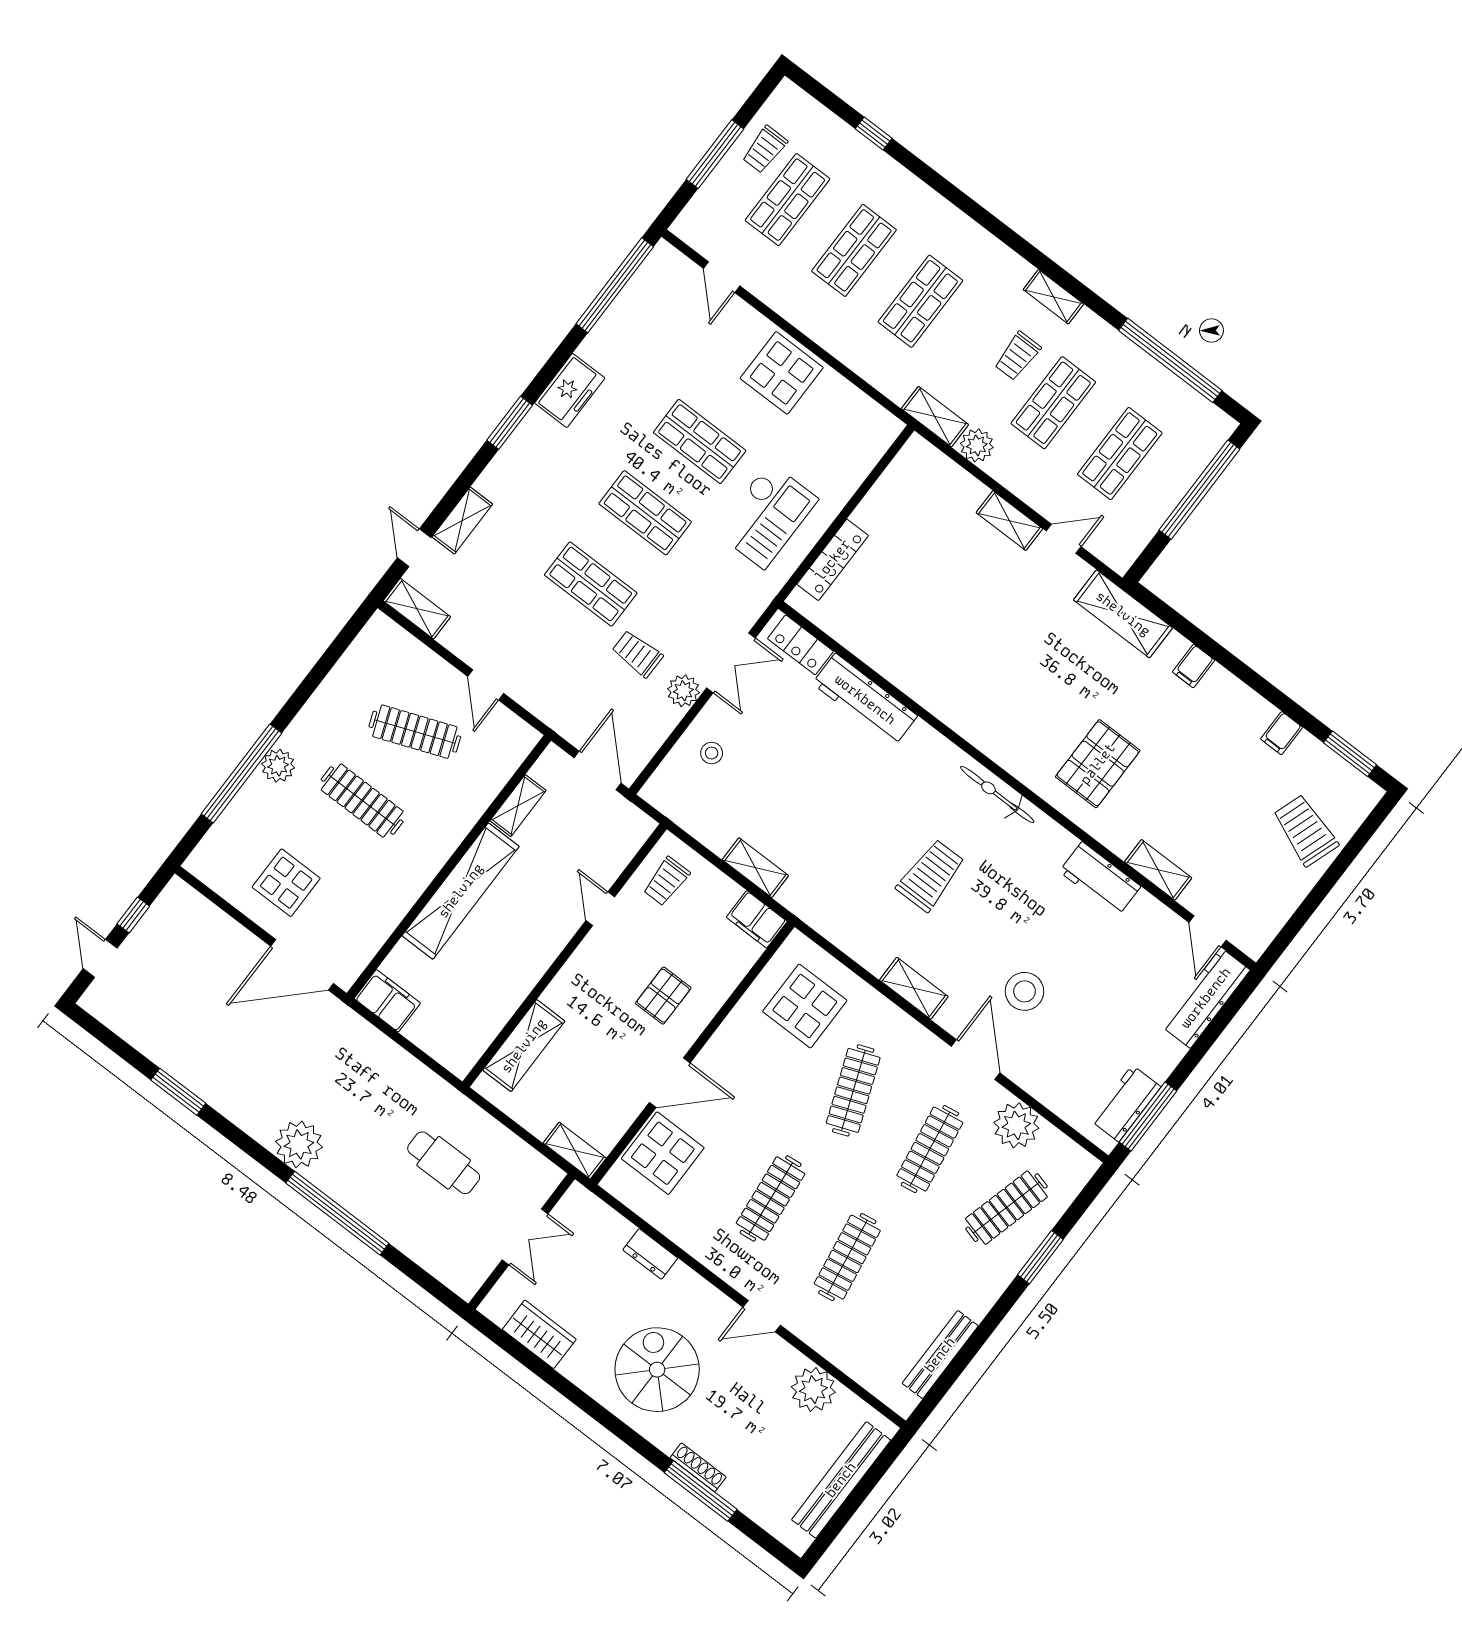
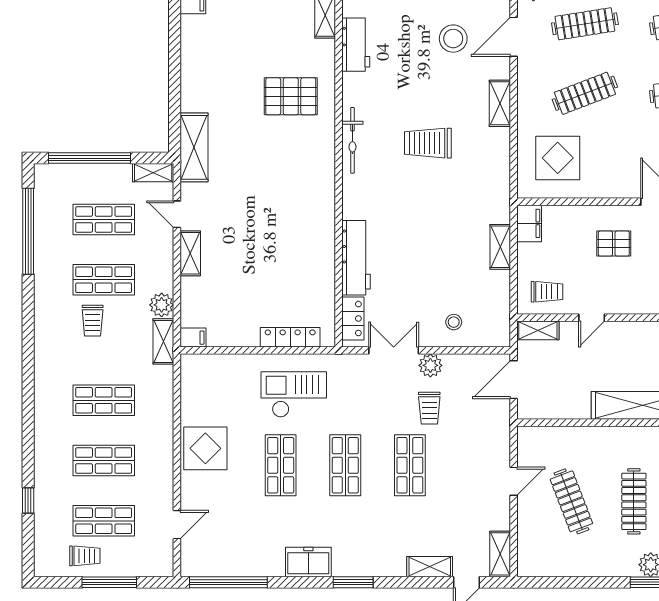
shelving: (1053, 297) -> (153, 173), moved, turned 90
trolley: (1017, 356) -> (93, 321), turned 90
filing cabinet: (1193, 666) -> (193, 338), moved
shelving: (518, 806) -> (538, 330), moved

